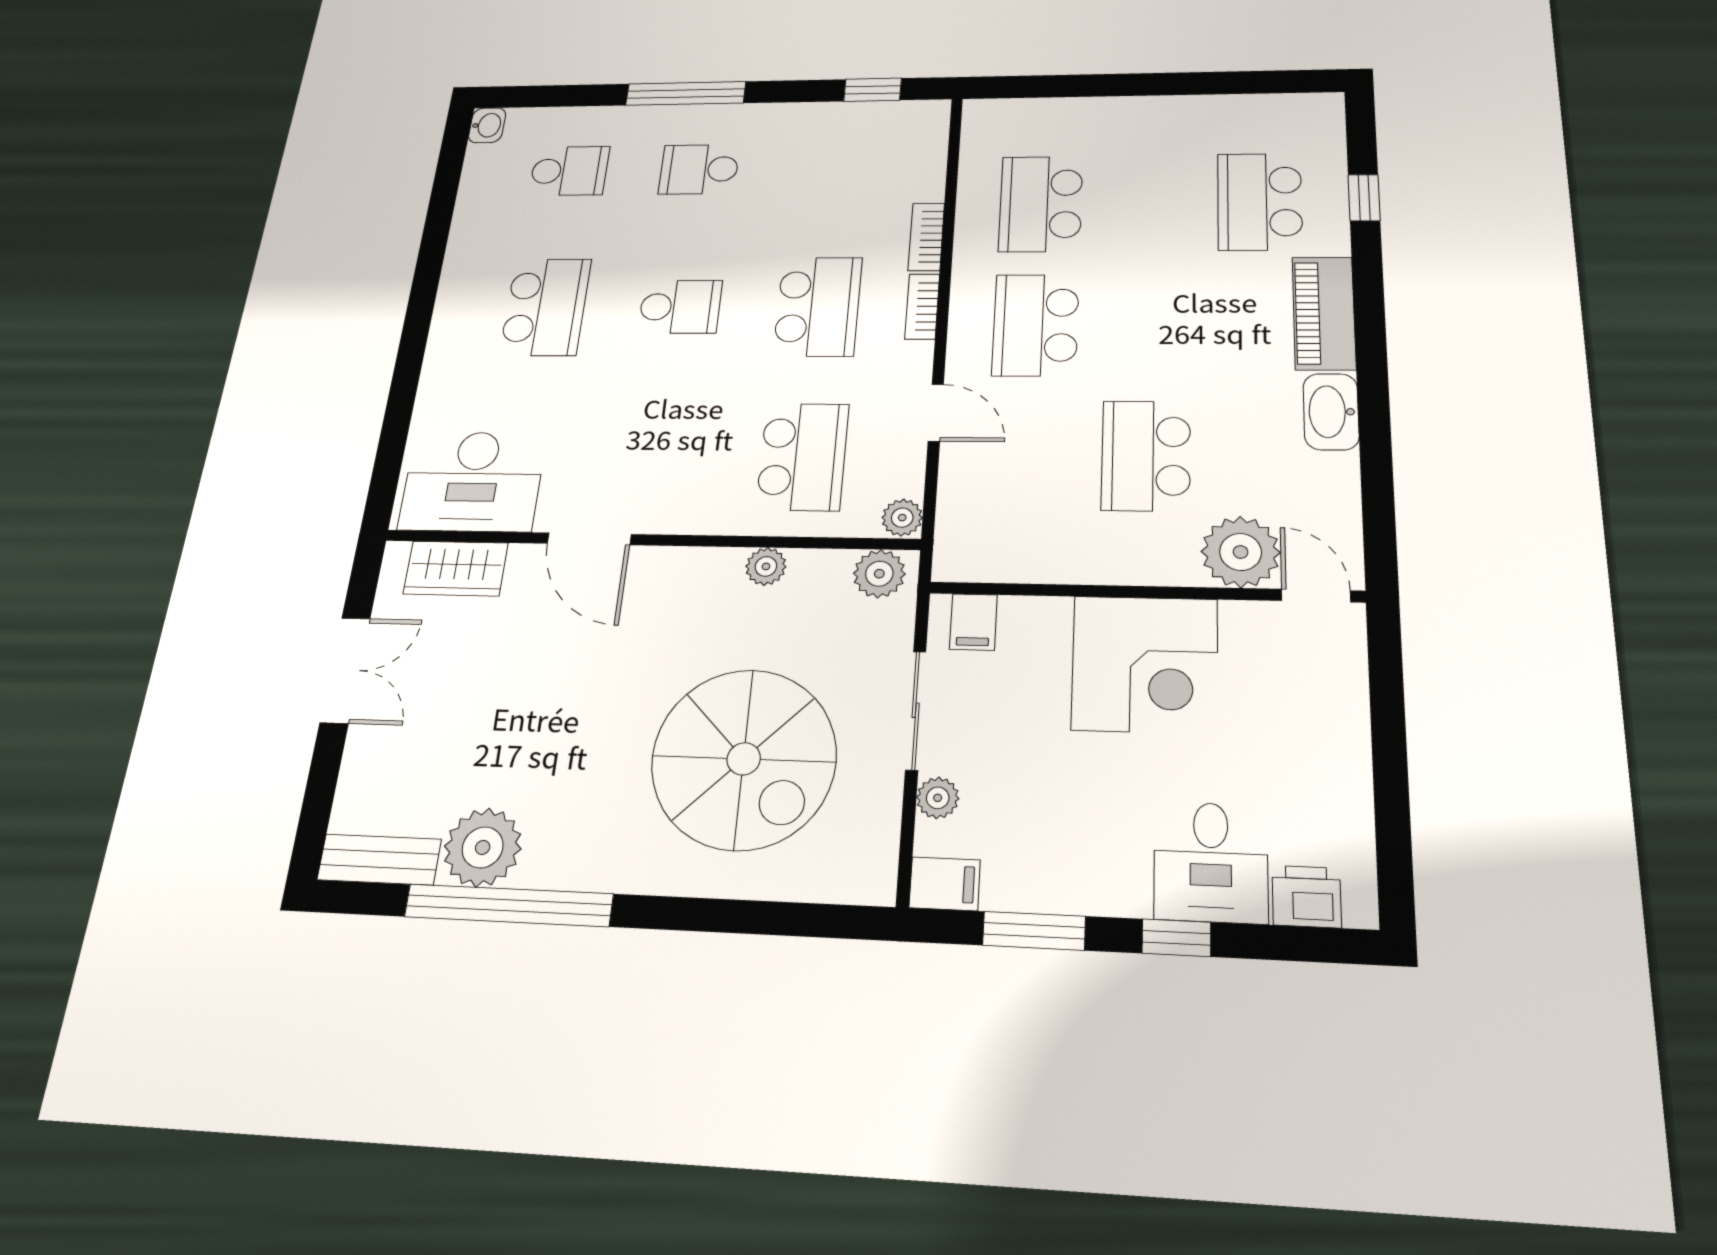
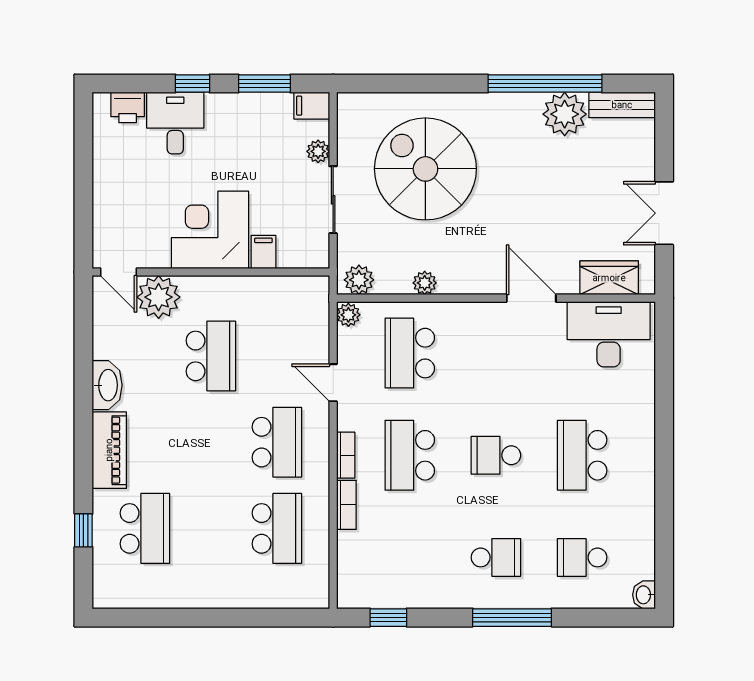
filing cabinet: (973, 622) -> (263, 252), moved

